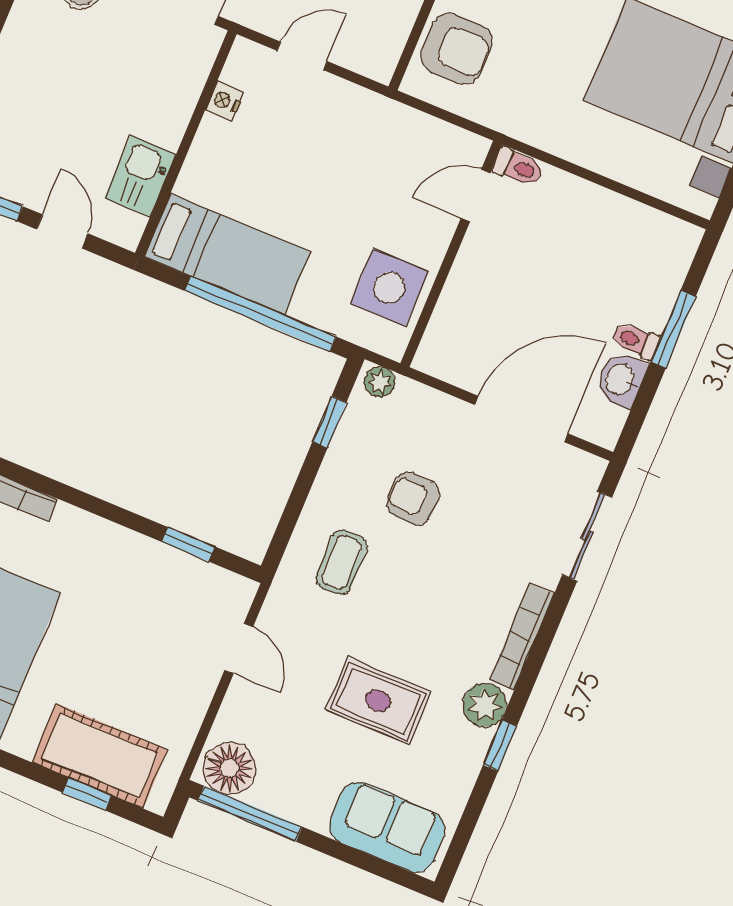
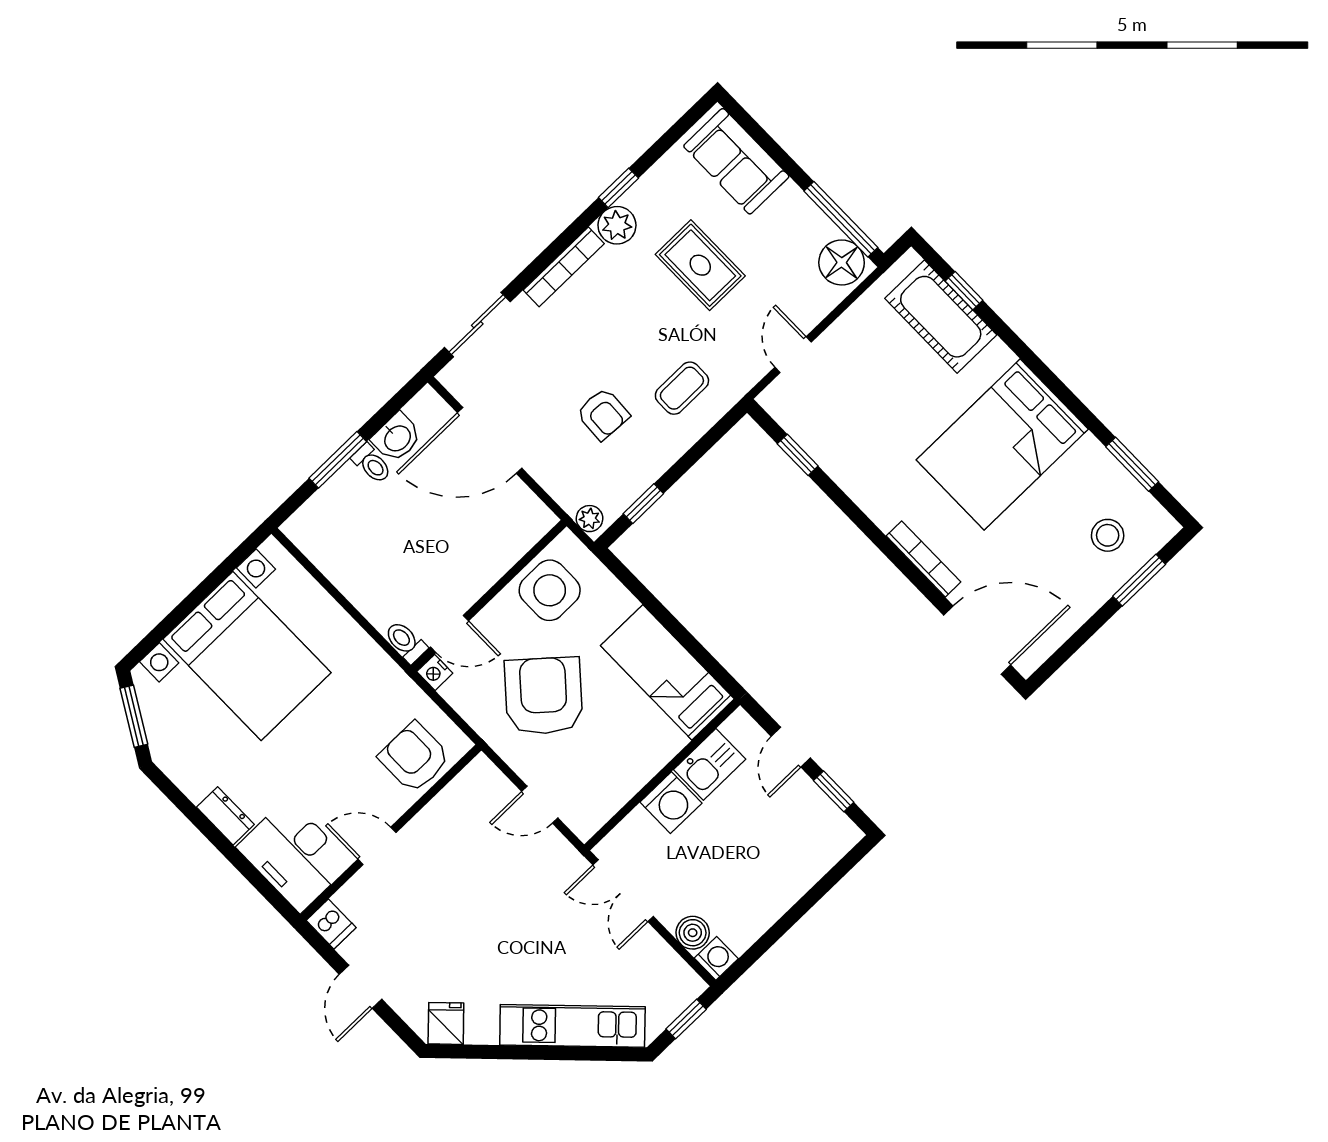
nightstand: (224, 101) -> (435, 672), moved, turned 90
washing machine: (164, 118) -> (671, 803), added
armchair: (348, 173) -> (544, 696), added
window: (260, 314) -> (661, 614), removed

